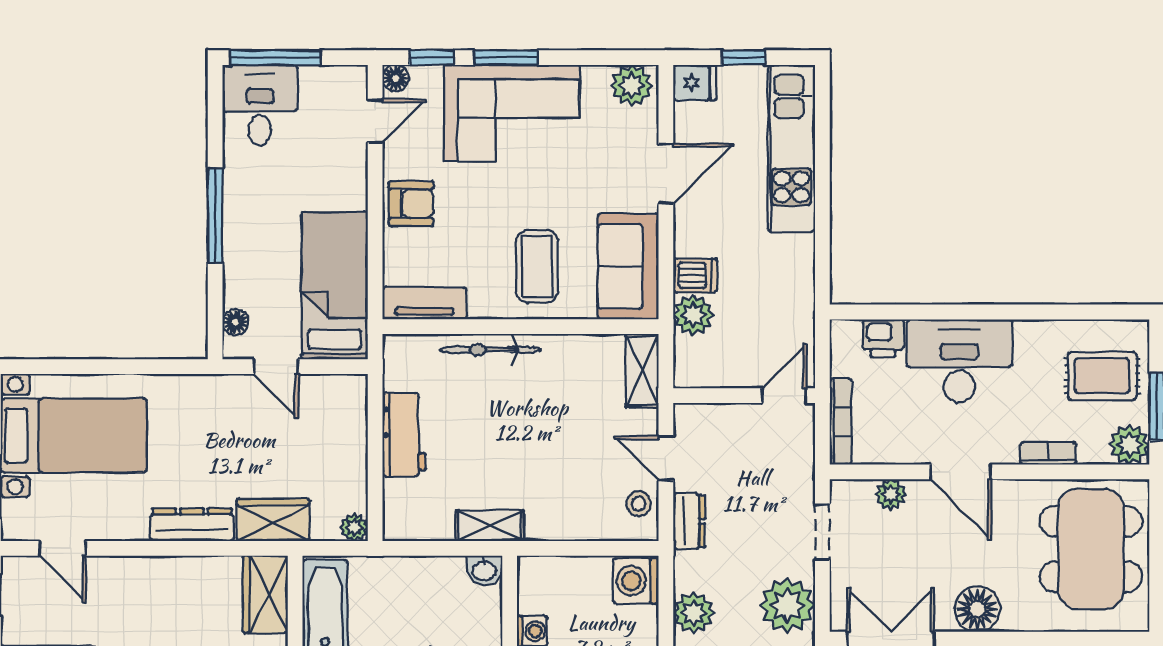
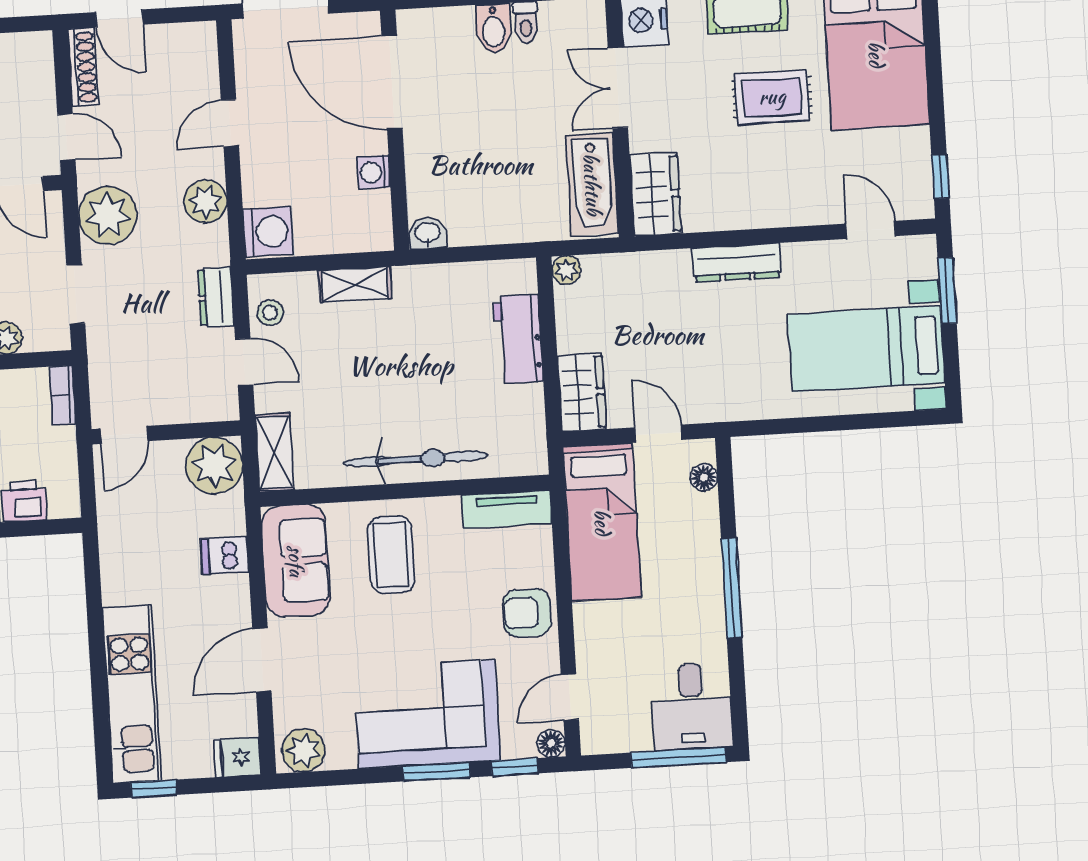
window: (743, 58) -> (154, 789), moved
plant: (693, 315) -> (214, 466), moved, width x1.36, depth x1.36
bicycle: (490, 350) -> (416, 459), width x1.37, depth x1.40
bookcase: (841, 421) -> (62, 395), width x0.64
workbench: (404, 435) -> (518, 339), moved
wardrobe: (273, 520) -> (582, 392), moved, turned -90
shelving: (490, 526) -> (355, 284), moved

